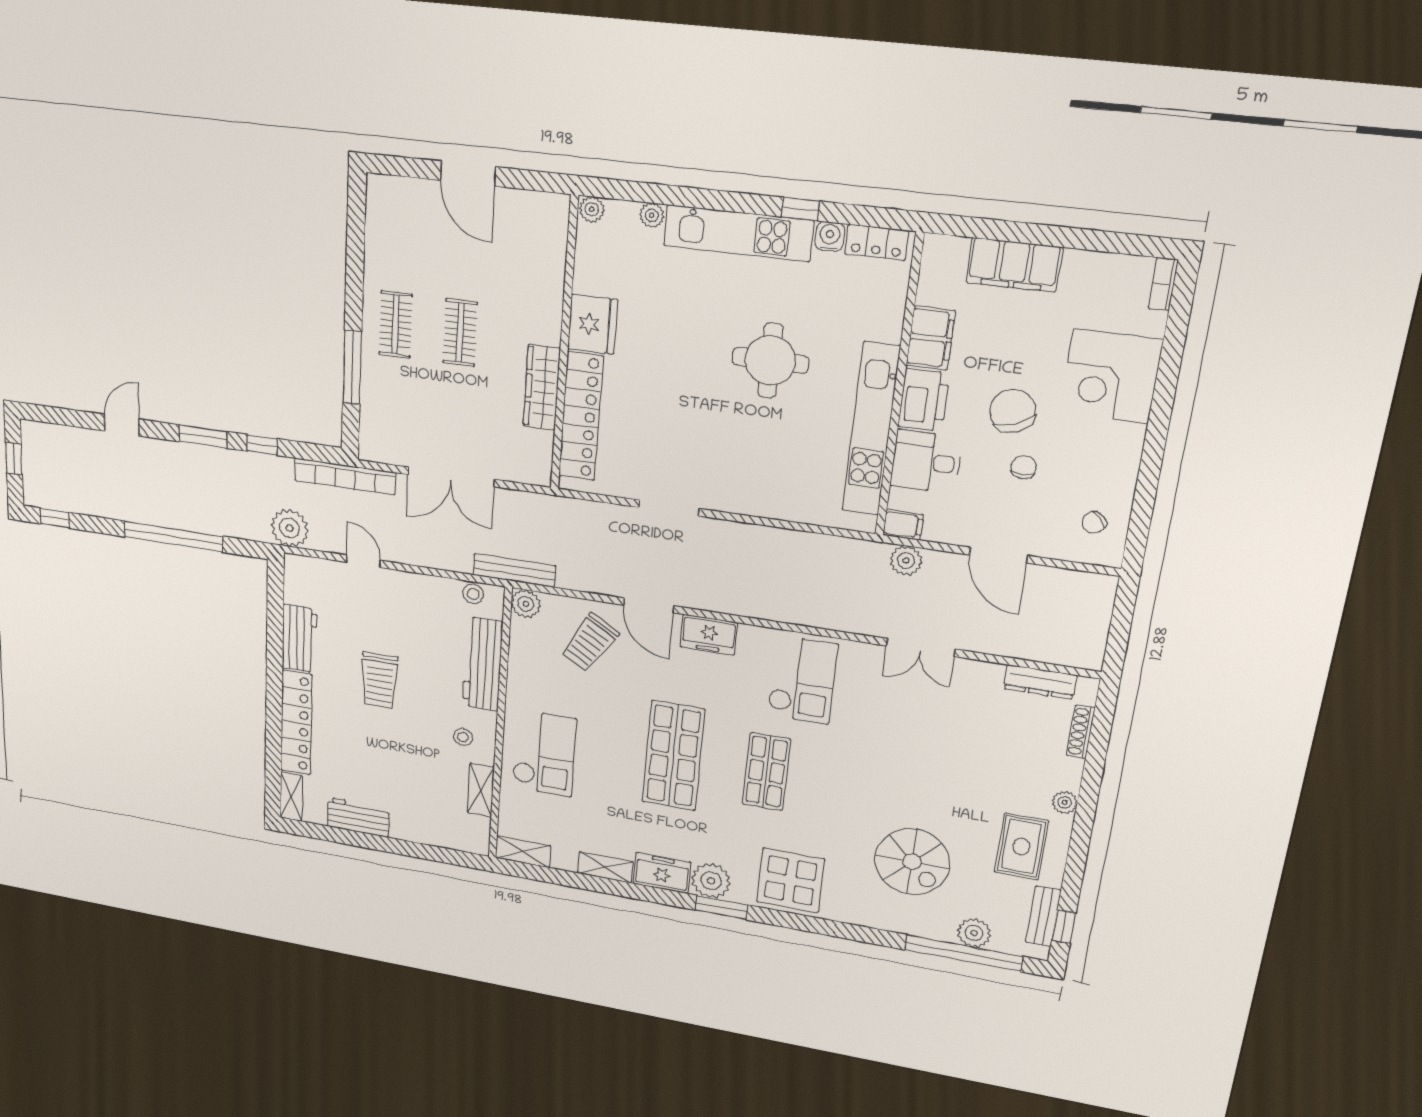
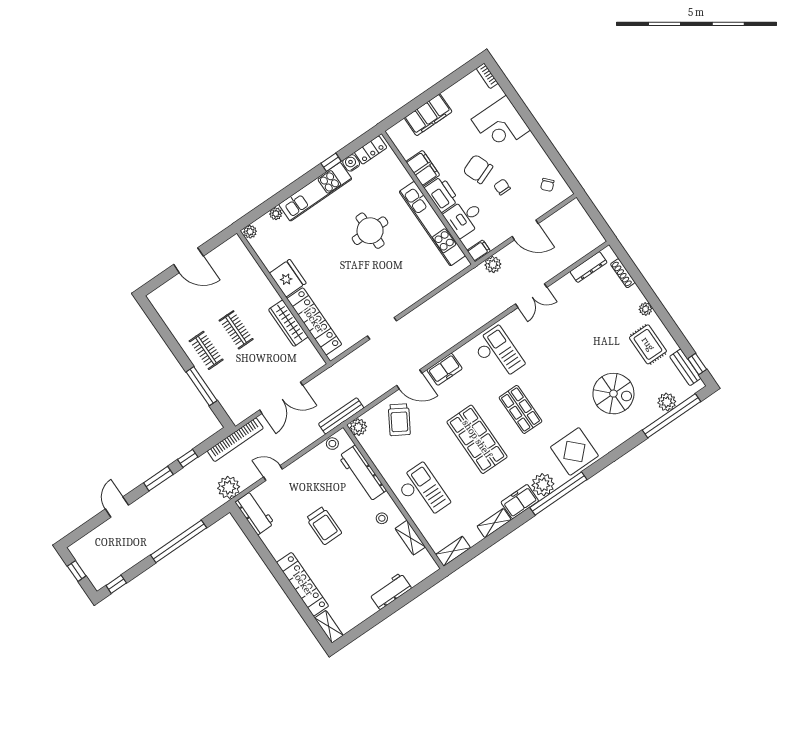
workbench: (299, 639) -> (255, 513), moved
workbench: (358, 817) -> (390, 591), moved
window: (722, 908) -> (558, 494), width x2.11

